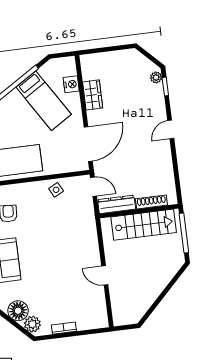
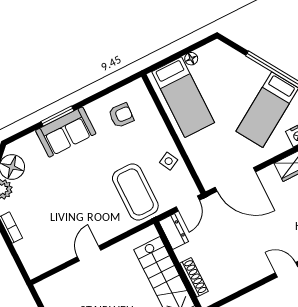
dresser: (117, 204) -> (174, 231), width x0.70
coffee table: (71, 224) -> (135, 192), added

